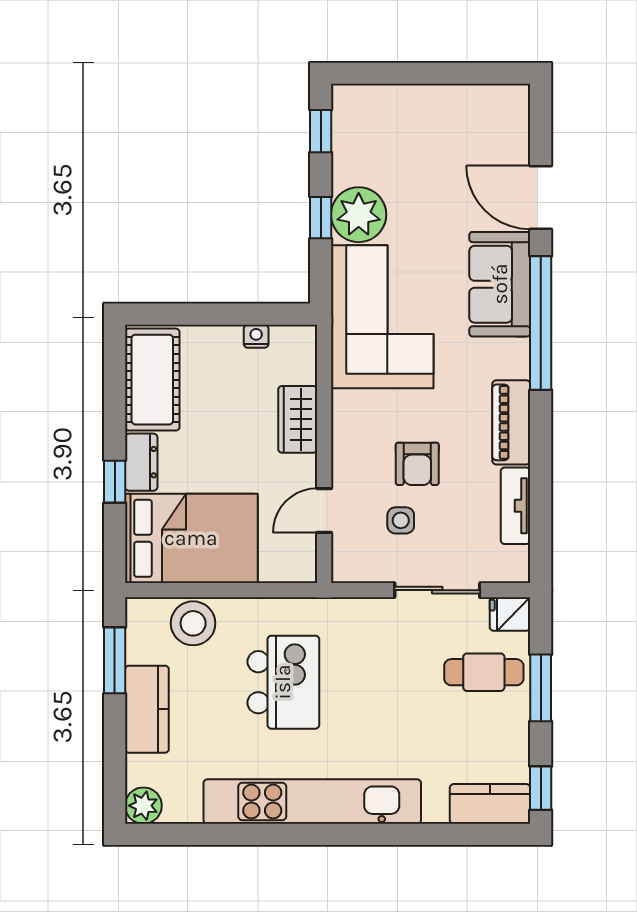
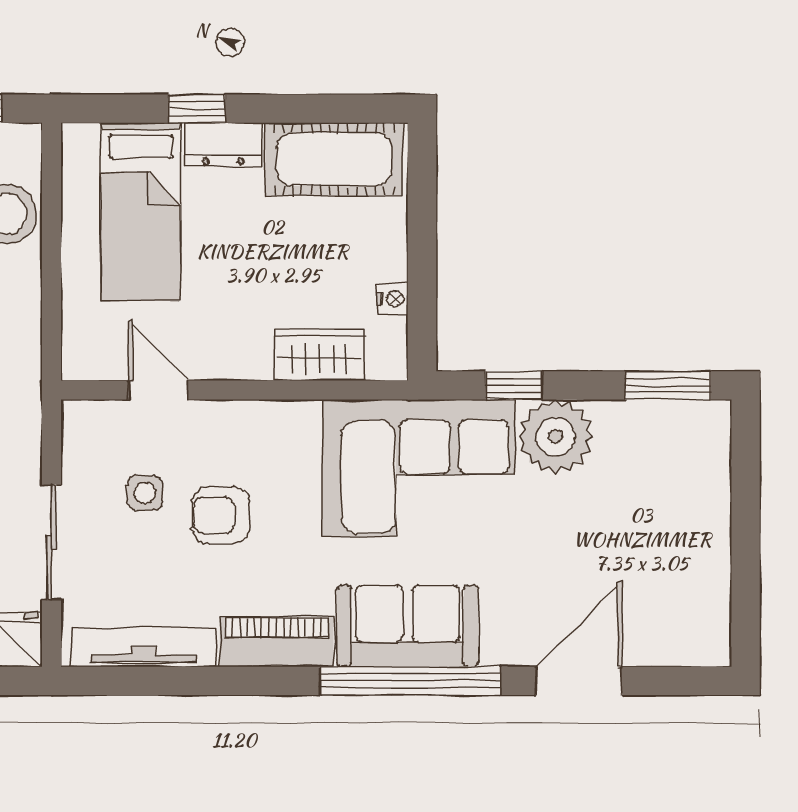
window: (321, 131) -> (668, 385), width x1.50
window: (321, 218) -> (514, 385), moved
sofa: (500, 284) -> (407, 626), moved
wardrobe: (298, 419) -> (320, 355), moved
tv unit: (515, 506) -> (144, 647), width x1.41
bed: (191, 538) -> (141, 212), width x0.67

